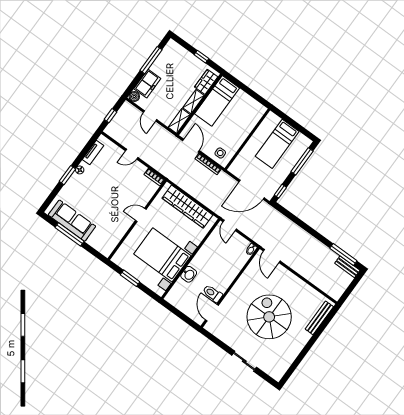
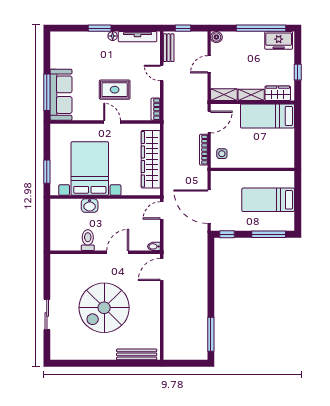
window: (151, 60) -> (261, 28), width x1.46
freezer: (147, 84) -> (279, 40), moved
tv unit: (93, 153) -> (138, 37), width x1.41
rug: (119, 196) -> (115, 90), added
sofa: (72, 221) -> (61, 95), moved
window: (70, 234) -> (47, 92), moved
bench: (347, 267) -> (169, 48), moved
window: (130, 278) -> (47, 172), moved
door: (212, 313) -> (118, 252), moved
spiral stairs: (269, 317) -> (104, 308), turned 180

